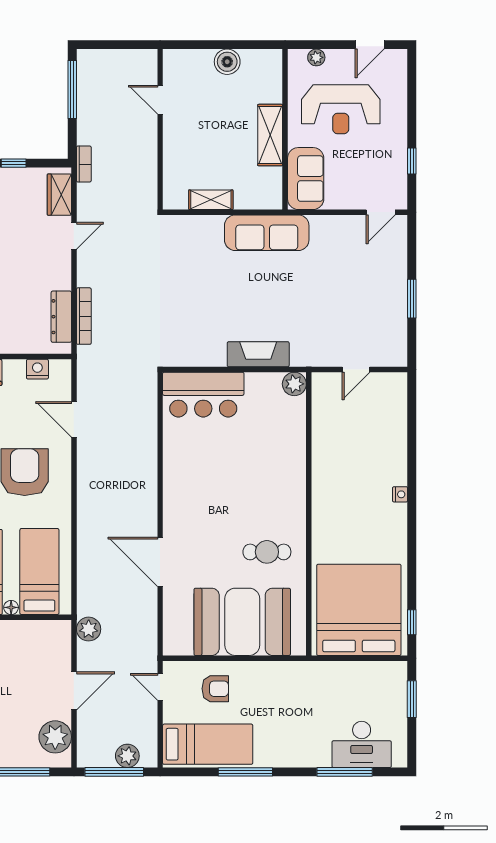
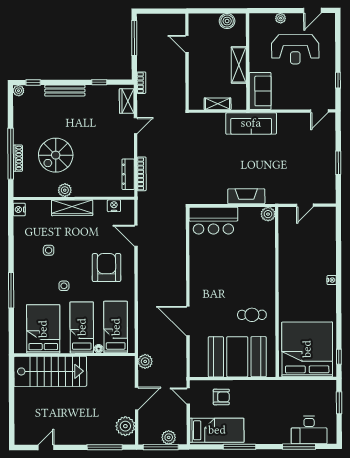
wall: (285, 129) -> (248, 61), moved
shelving: (270, 135) -> (239, 65), moved
sofa: (306, 179) -> (260, 91), moved

